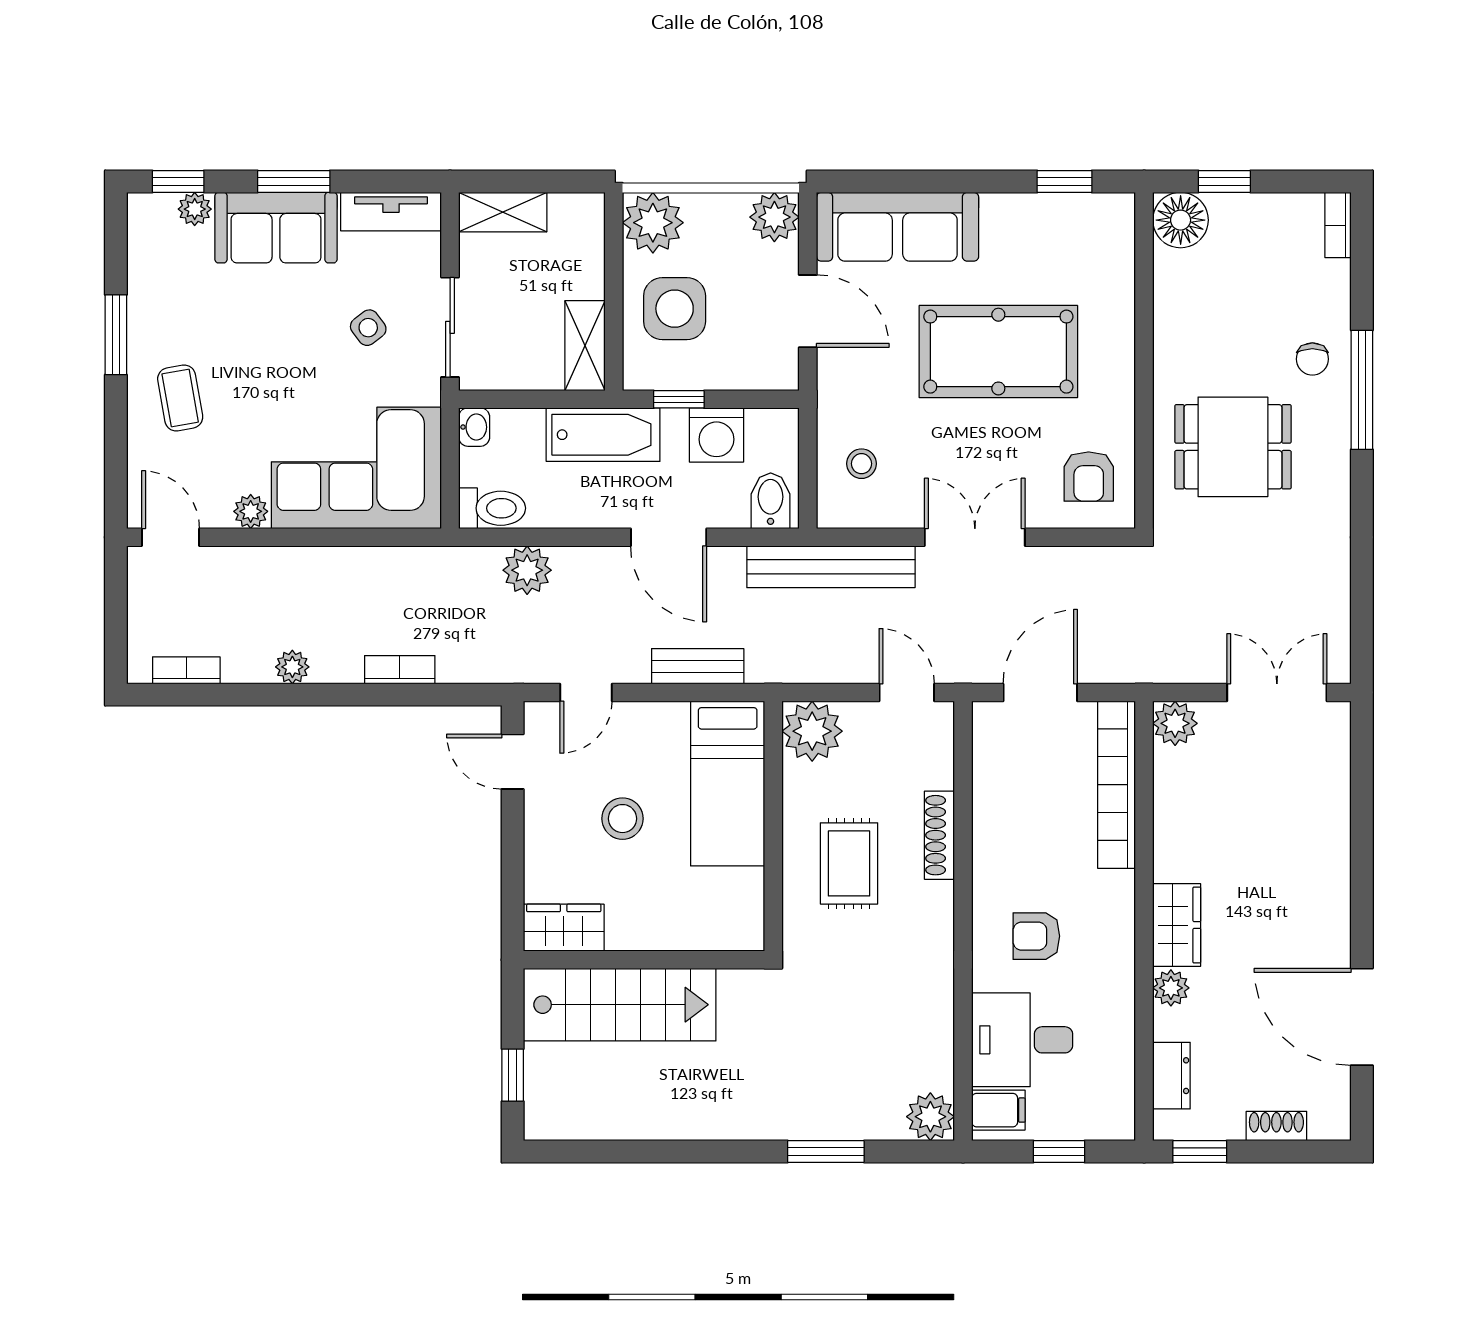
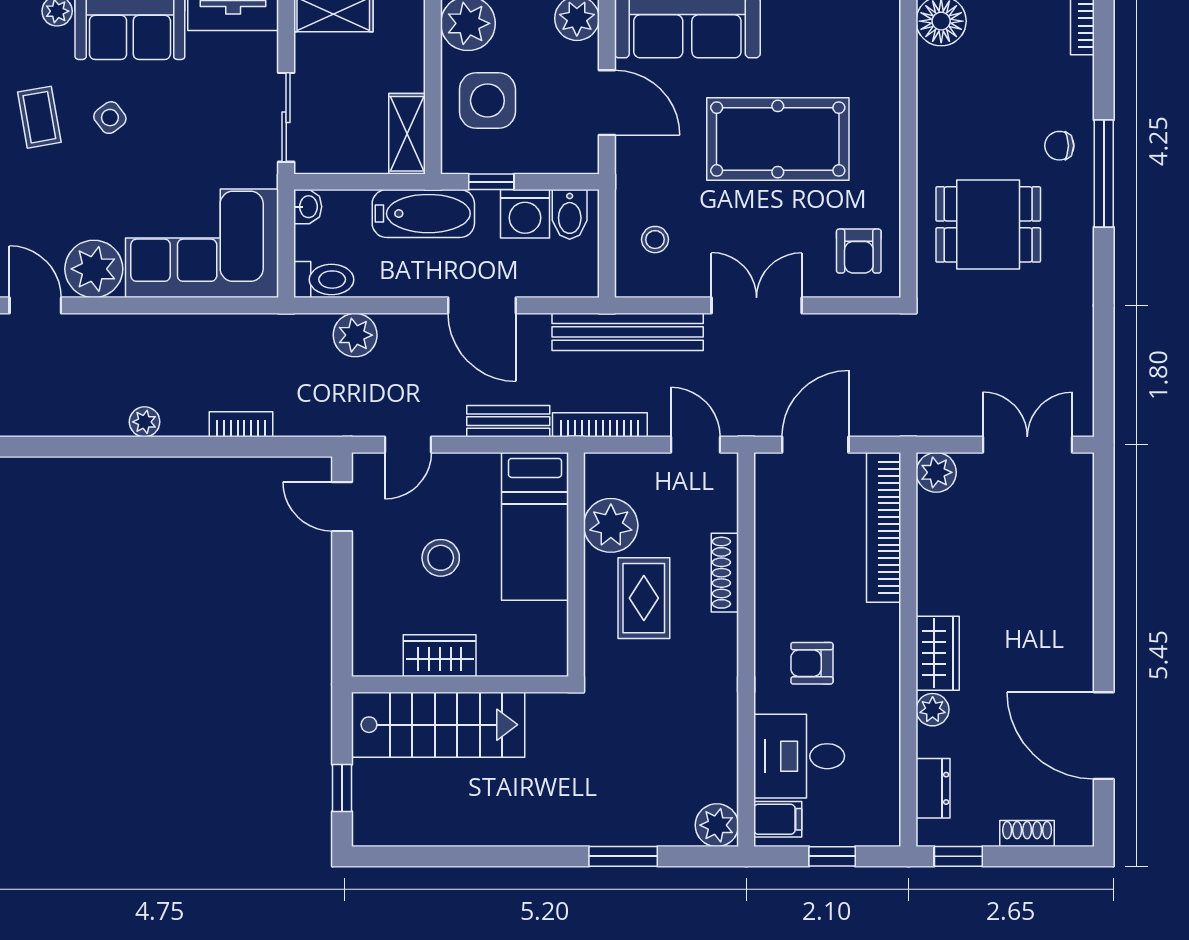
side table: (368, 328) -> (110, 118), moved
chair: (1312, 359) -> (1059, 146), turned 90
coffee table: (180, 398) -> (39, 117), moved
bidet: (771, 501) -> (570, 214), moved, turned 180
plant: (251, 511) -> (94, 269), width x1.88, depth x1.88
bookcase: (186, 670) -> (600, 425), moved, width x1.56
plant: (812, 731) -> (611, 525), moved
wardrobe: (564, 928) -> (440, 656), moved

